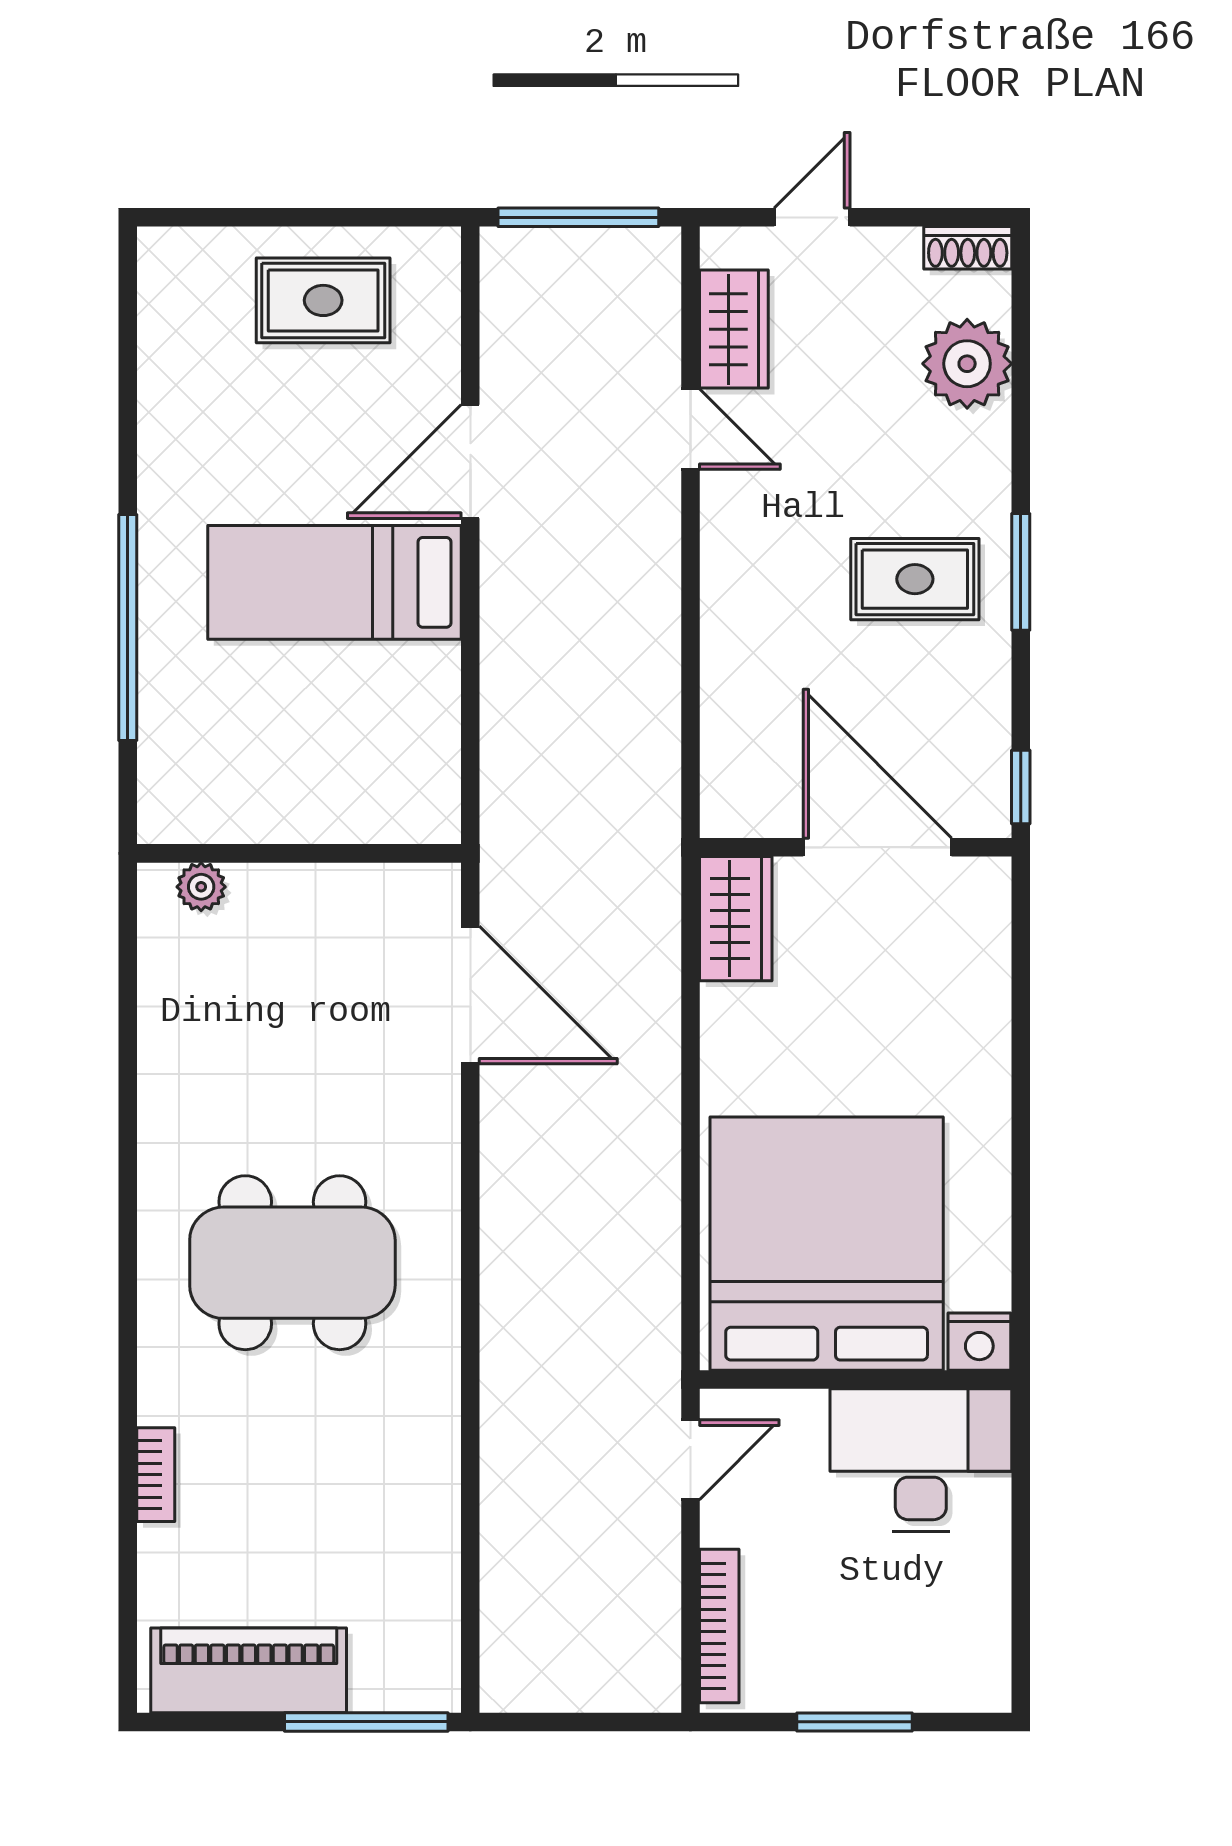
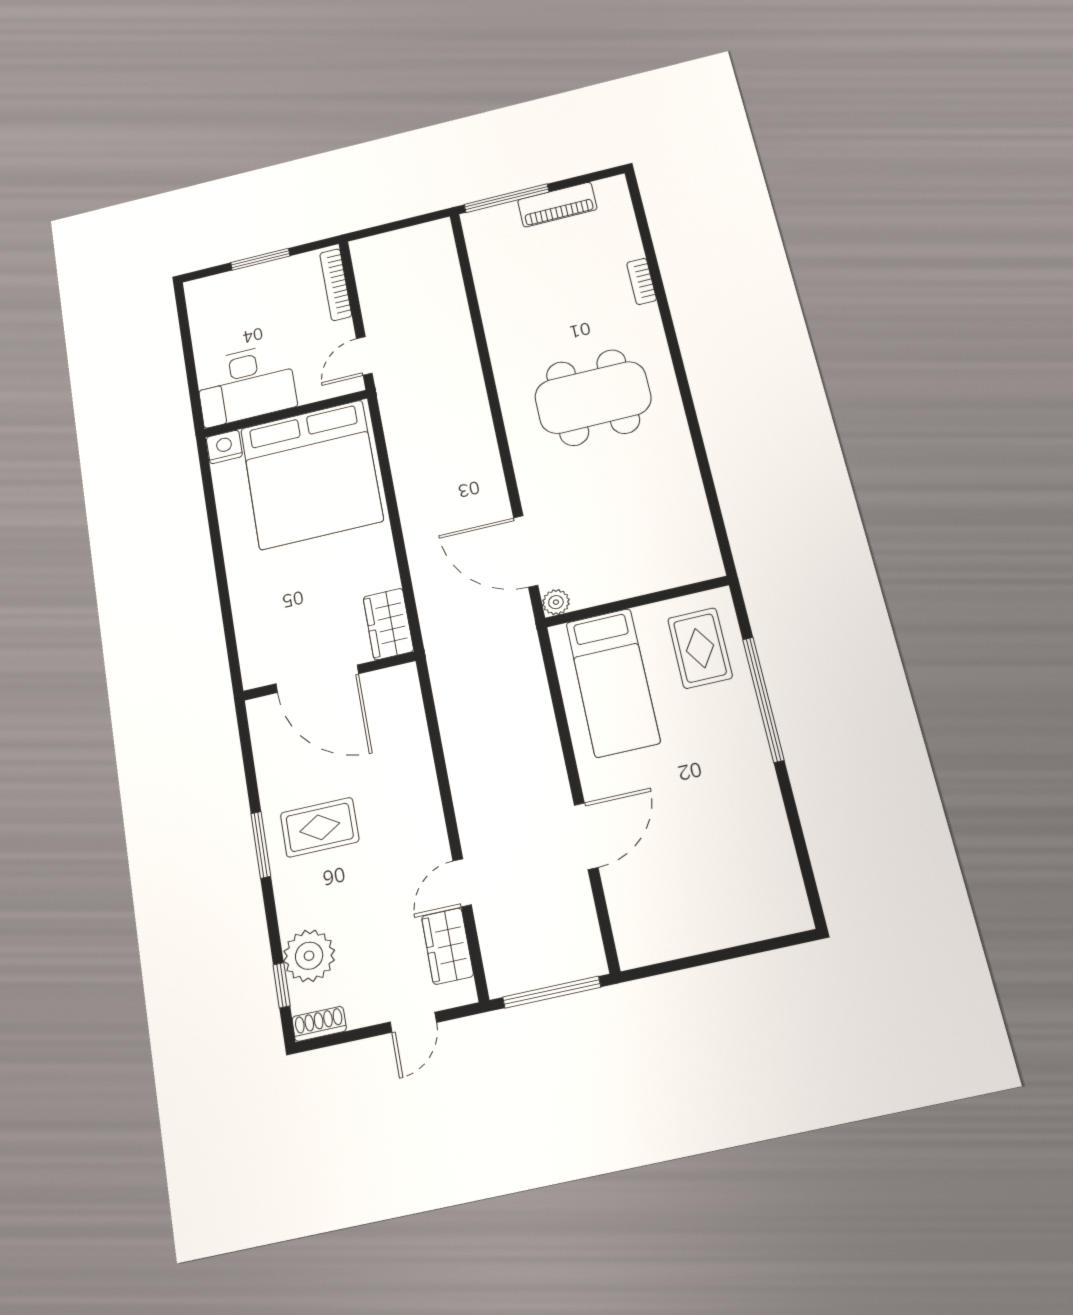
rug: (323, 300) -> (700, 648), moved, turned 90
door: (690, 429) -> (462, 883), hinge flipped
bed: (334, 582) -> (613, 682), moved, turned 90
window: (1021, 787) -> (282, 985), moved
plant: (201, 887) -> (556, 602), moved
piano: (249, 1670) -> (557, 205), width x0.73, depth x0.75

